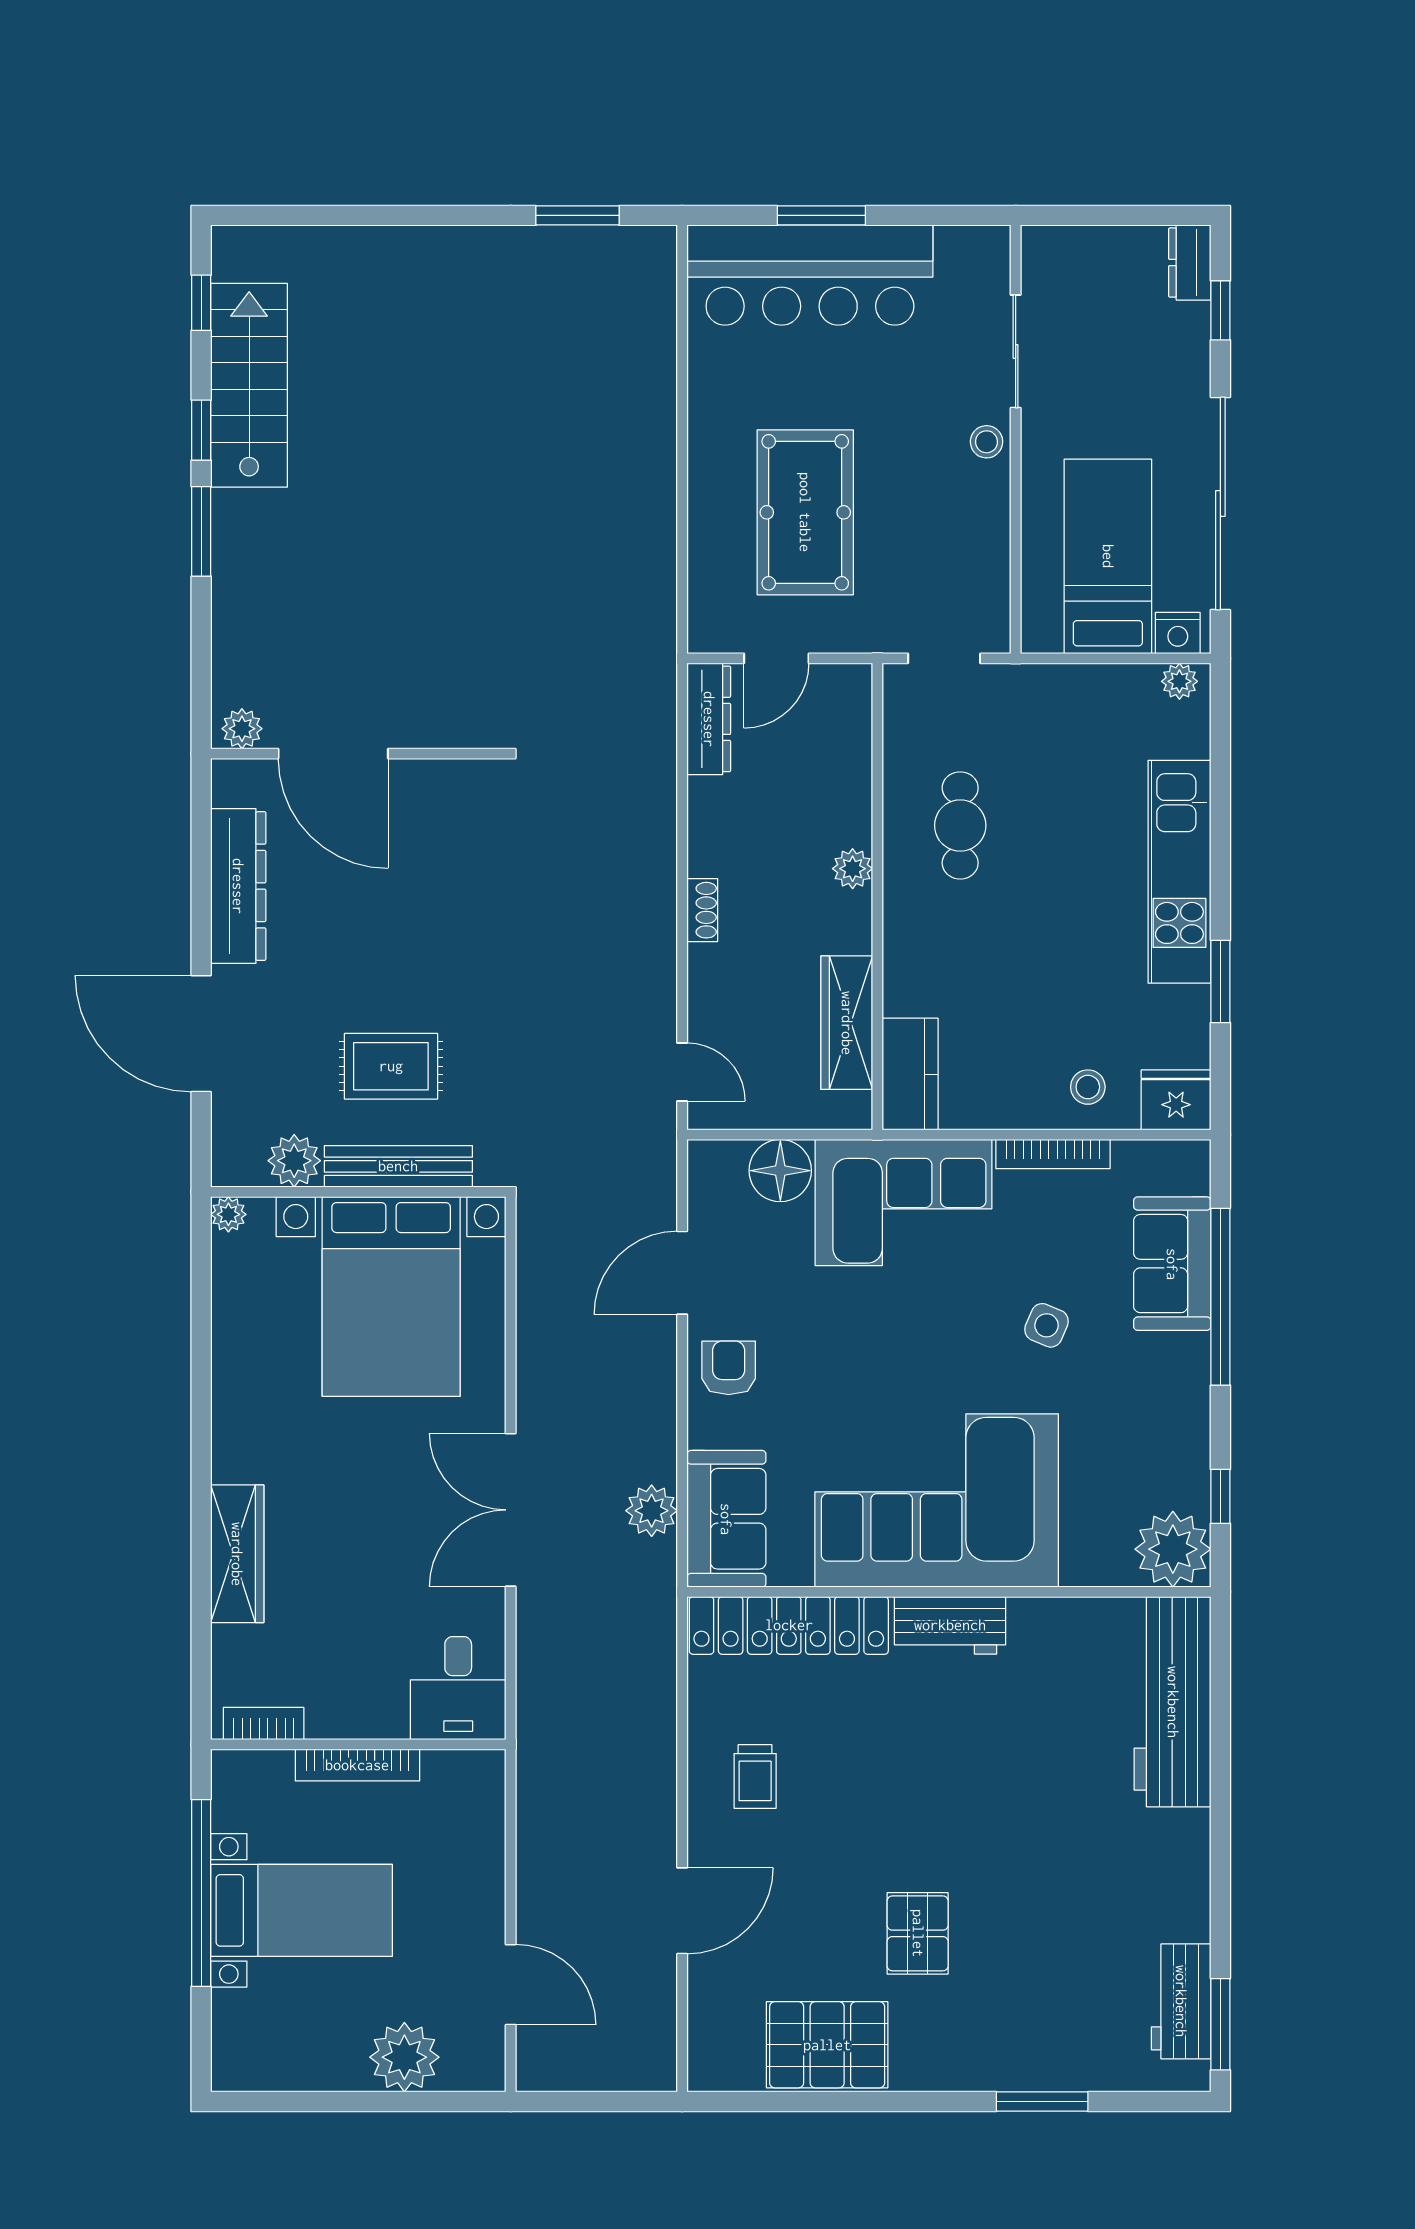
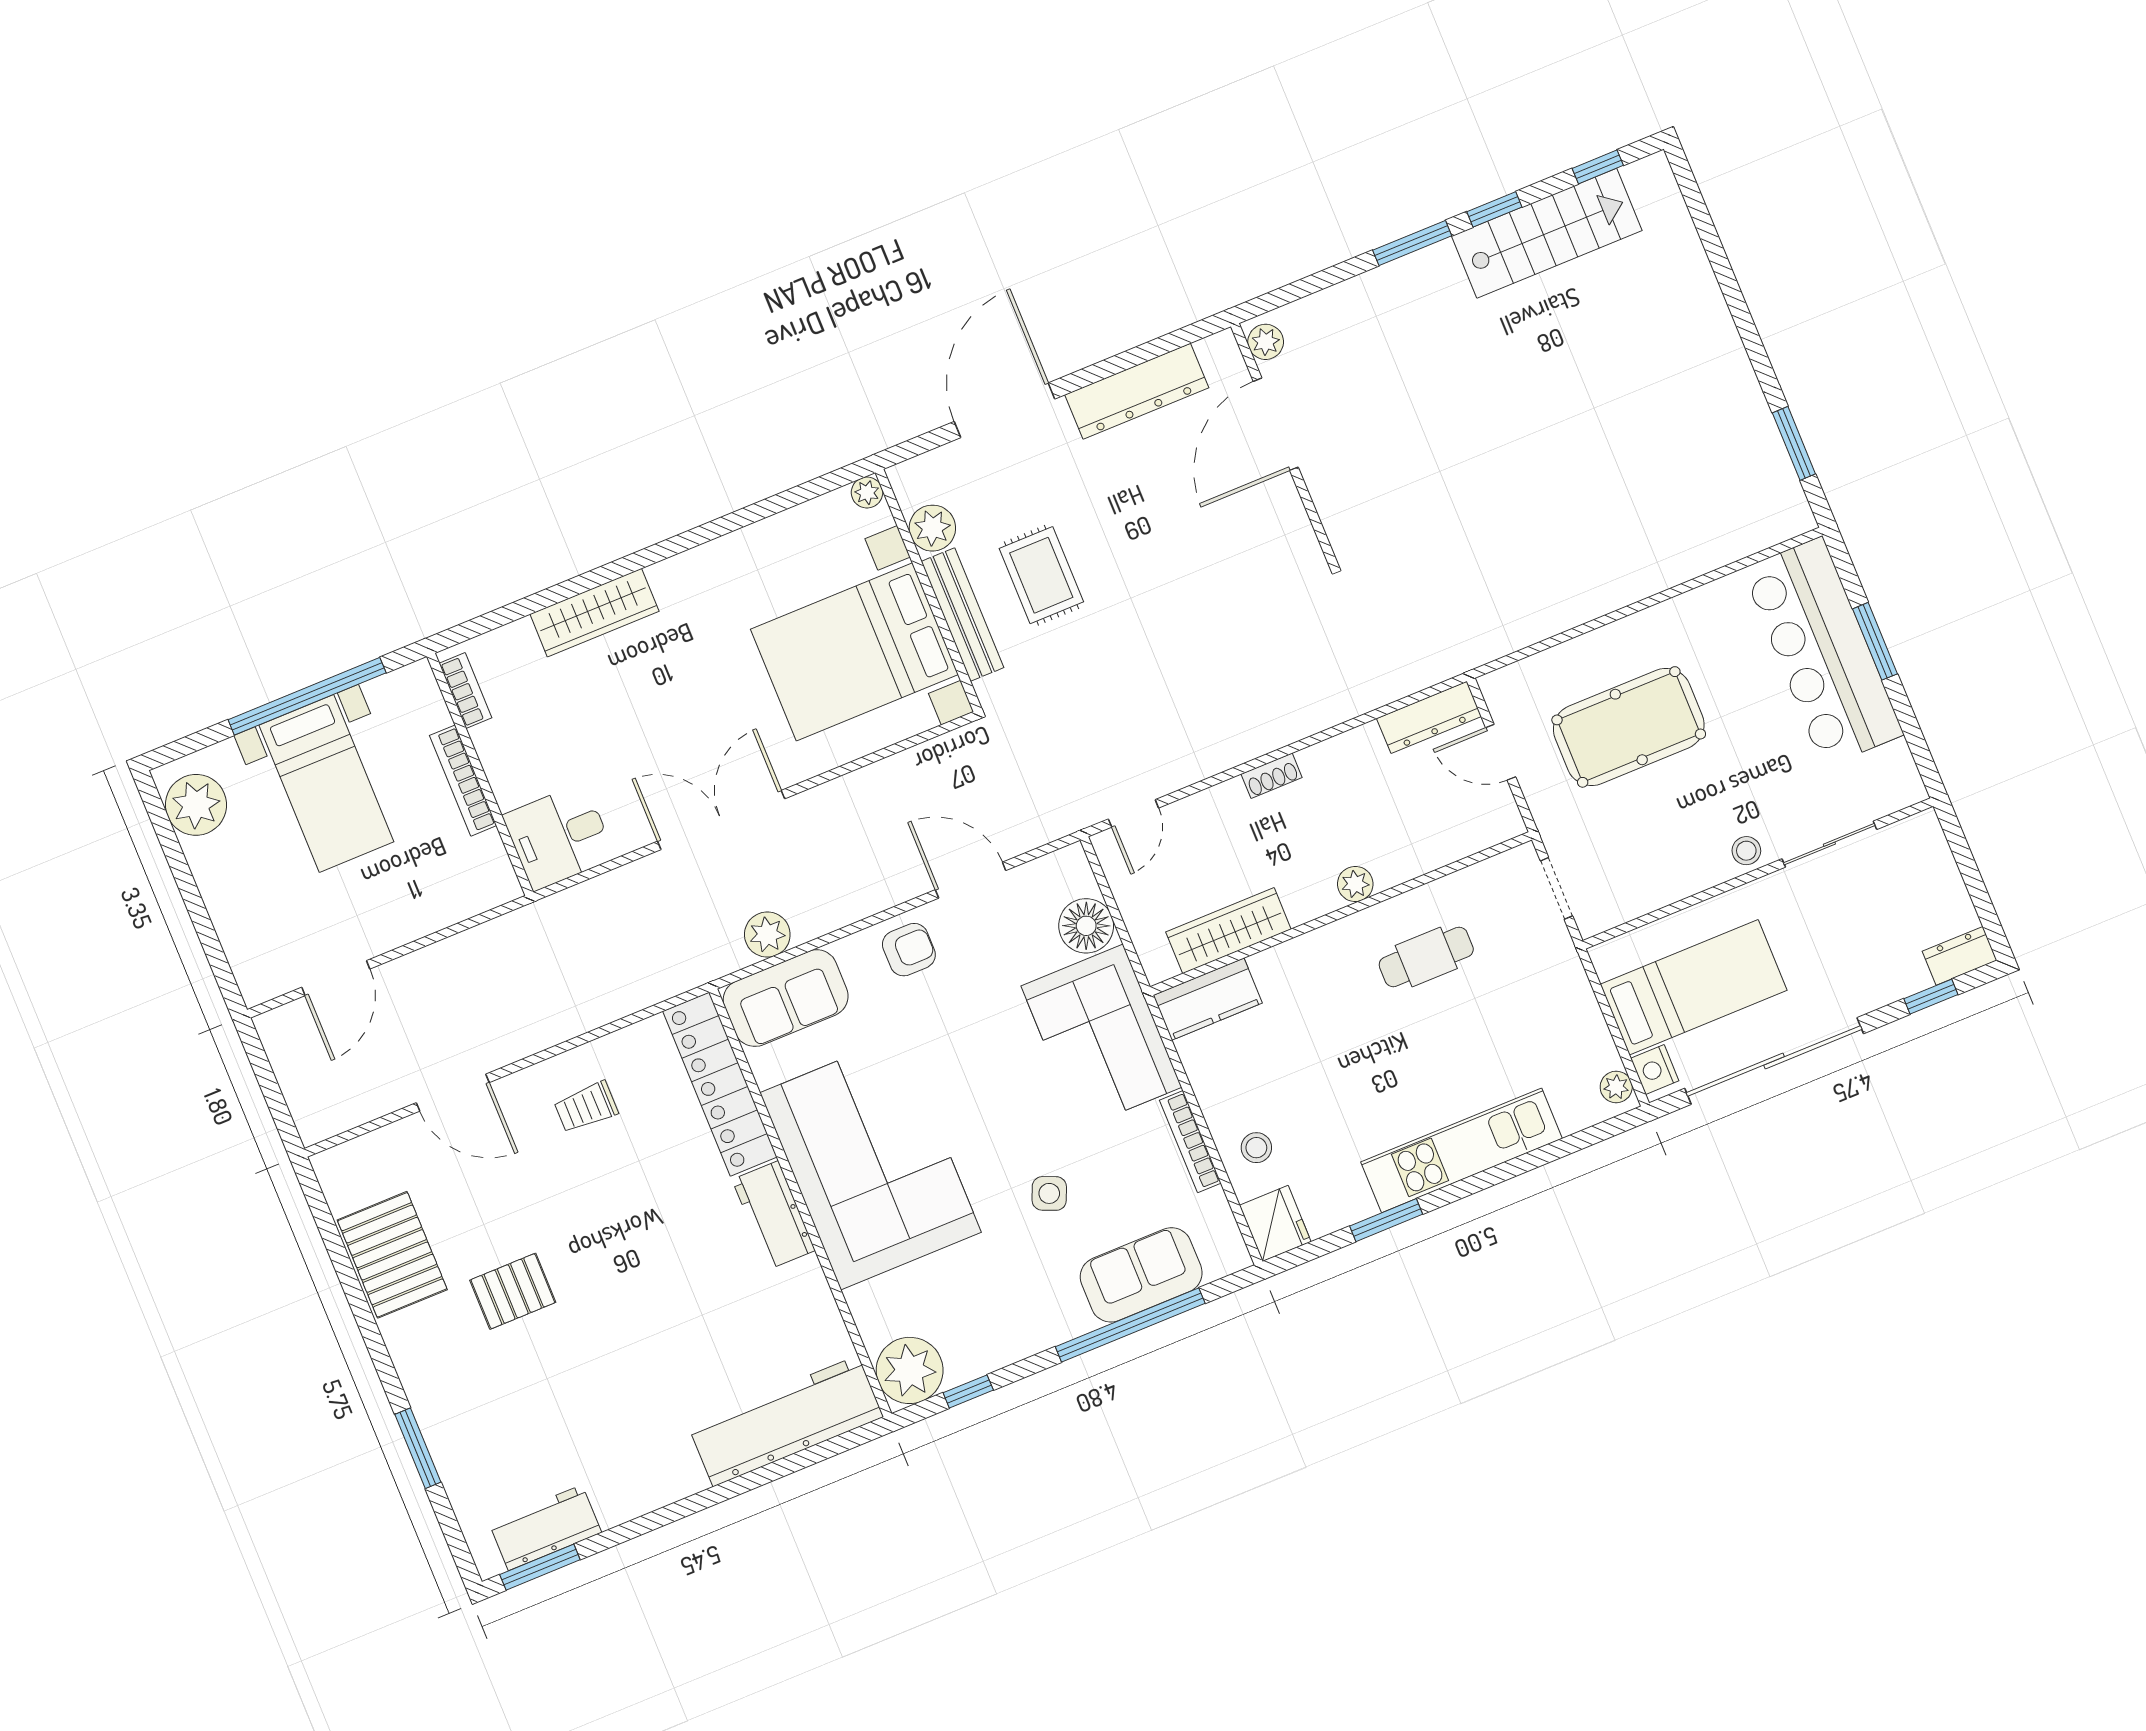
plant: (404, 2057) -> (196, 805), moved

